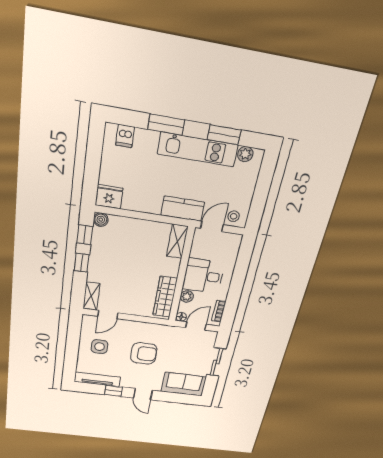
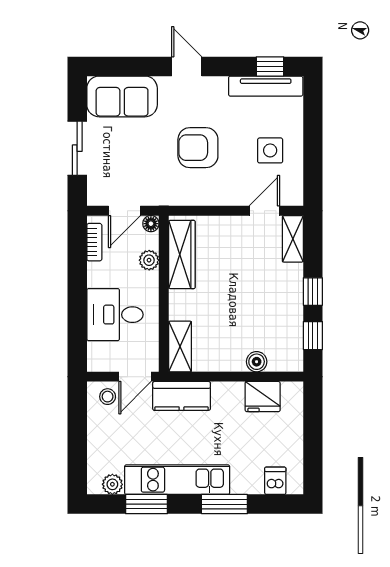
fridge: (109, 197) -> (263, 397), moved
boiler: (101, 220) -> (257, 362), moved
desk: (203, 276) -> (115, 315), moved, turned 180
window: (113, 391) -> (270, 66), moved

